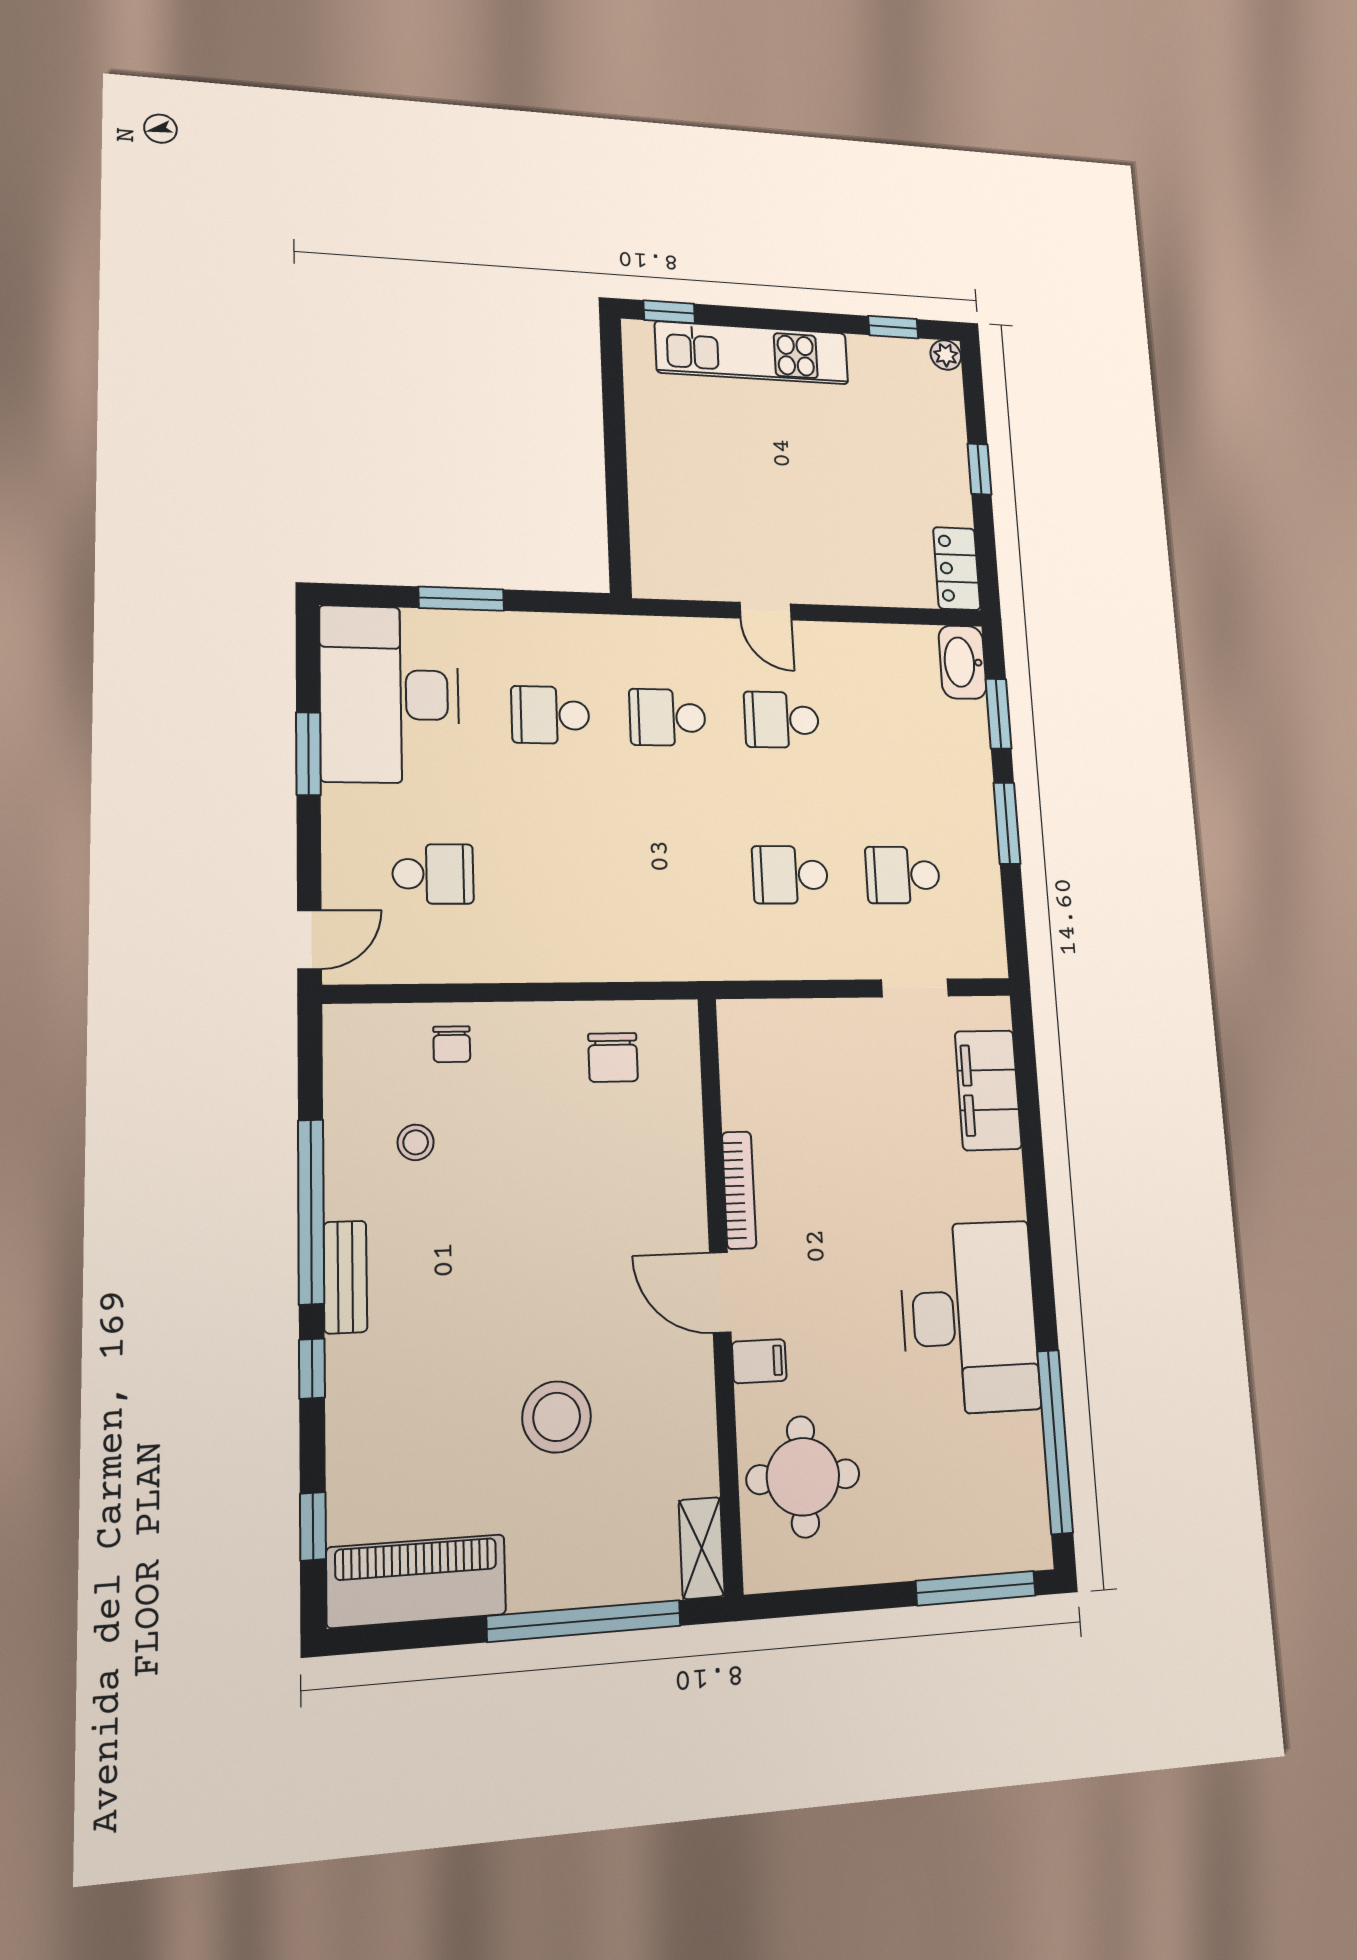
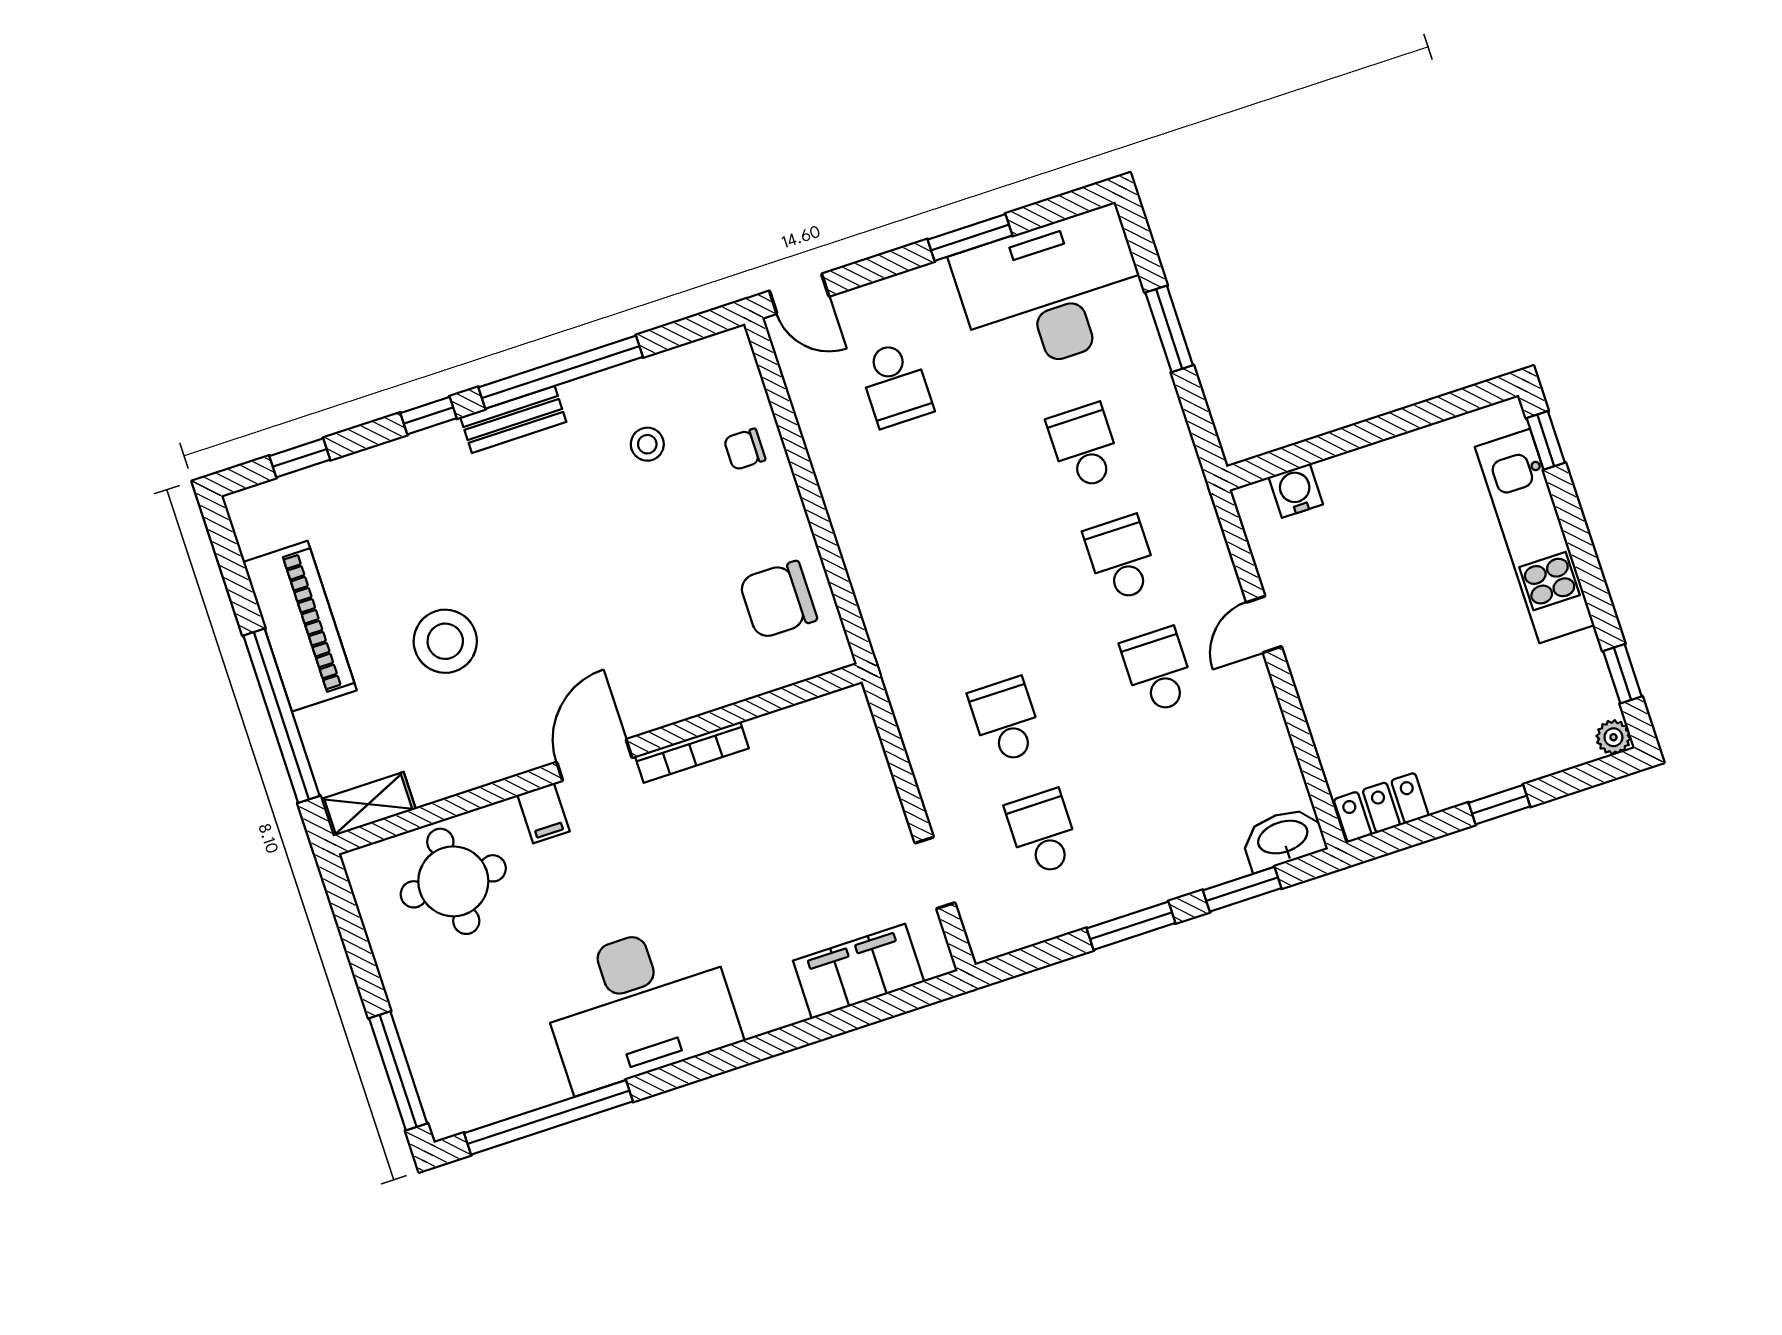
water cooler: (650, 540) -> (1296, 491), added
chair: (613, 1057) -> (778, 600), width x1.37, depth x1.37
piano: (416, 1581) -> (300, 626), moved

